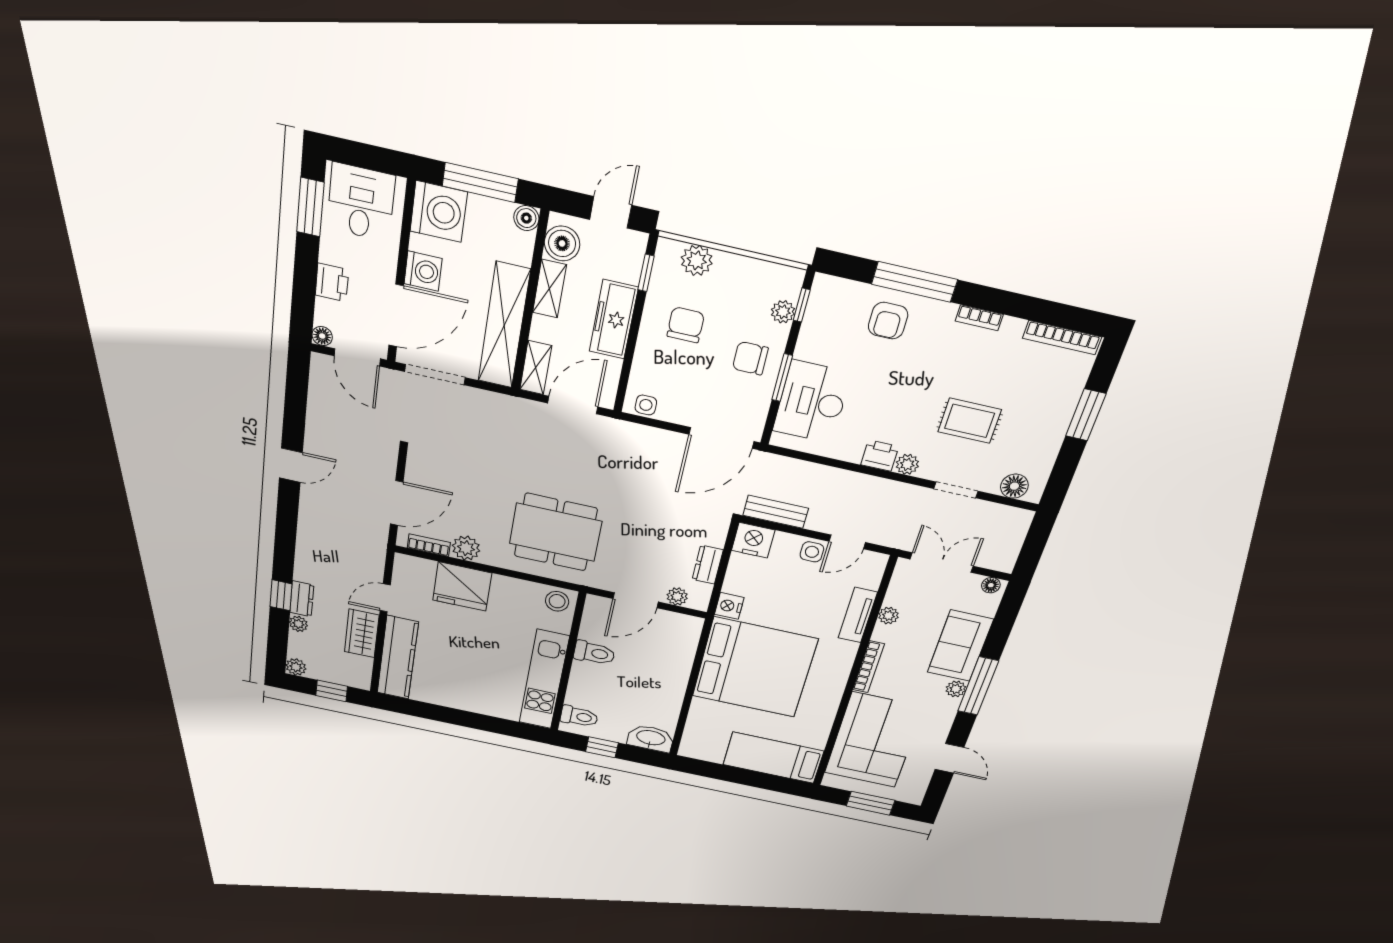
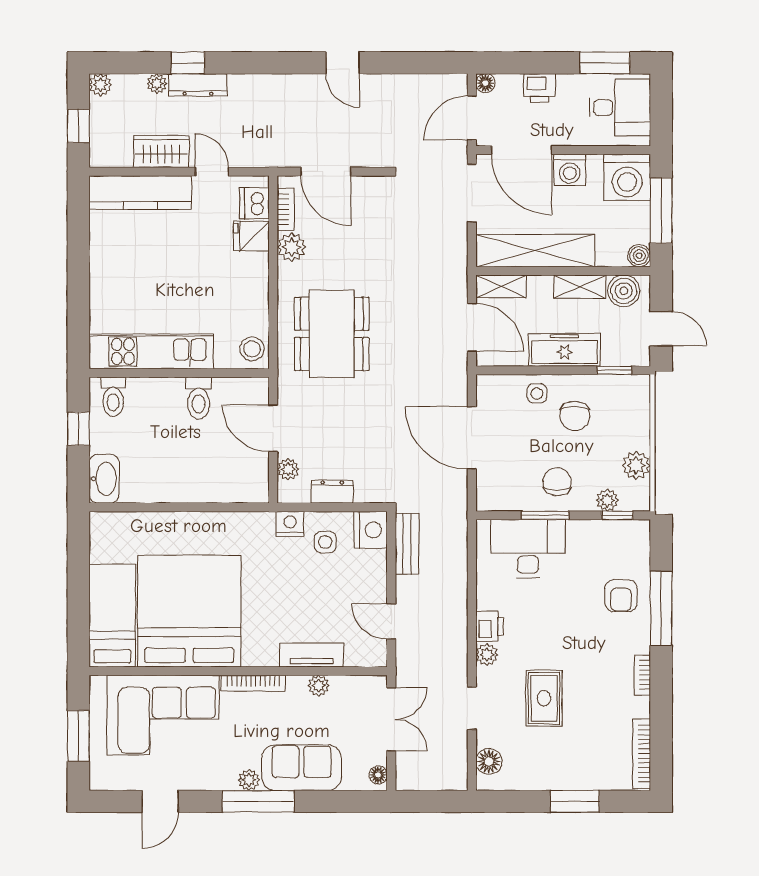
plant: (697, 260) -> (636, 465), moved
armchair: (888, 321) -> (621, 596), turned -90
chair: (686, 325) -> (575, 416), turned 90
side table: (646, 405) -> (537, 393), moved
door: (721, 438) -> (472, 438), moved
side table: (812, 552) -> (325, 542), moved
dishwasher: (420, 570) -> (254, 203), added
fridge: (462, 587) -> (251, 236), width x0.53, depth x0.75
dresser: (302, 599) -> (198, 85), width x1.44
bed: (755, 668) -> (189, 611), moved, turned 180

